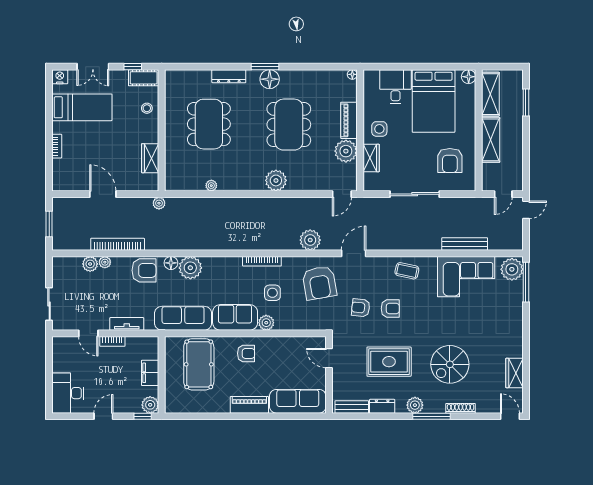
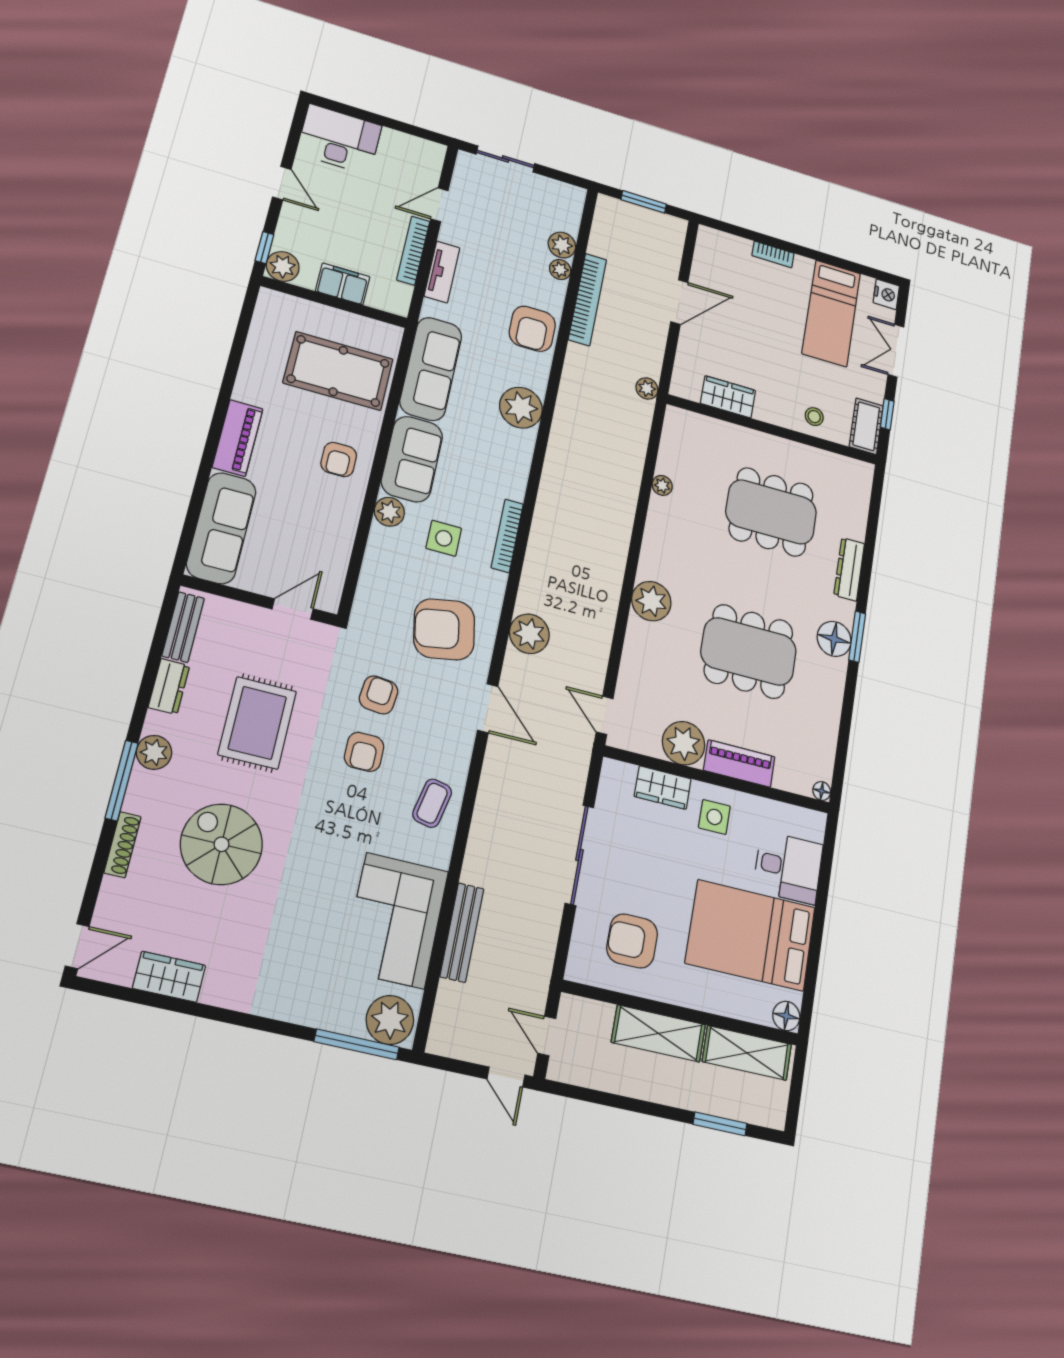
floor lamp: (171, 263) -> (536, 377), removed
bookcase: (112, 341) -> (413, 251), width x1.56

